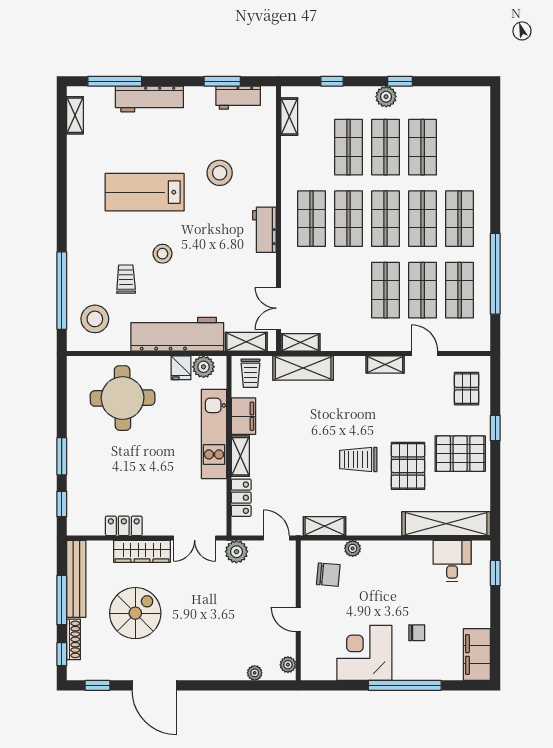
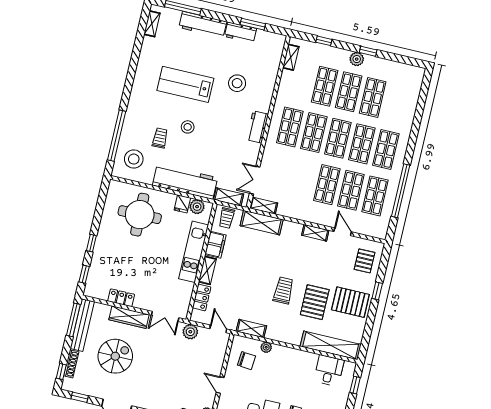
workbench: (238, 98) -> (240, 32), moved
window: (62, 456) -> (91, 243), width x0.67
trolley: (358, 460) -> (283, 290), turned 90
window: (62, 600) -> (73, 320), moved

